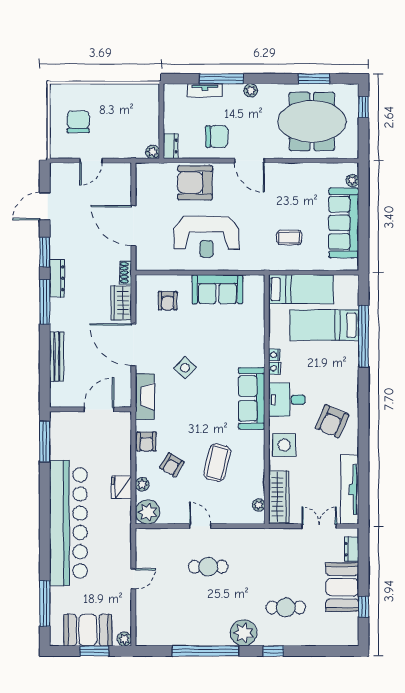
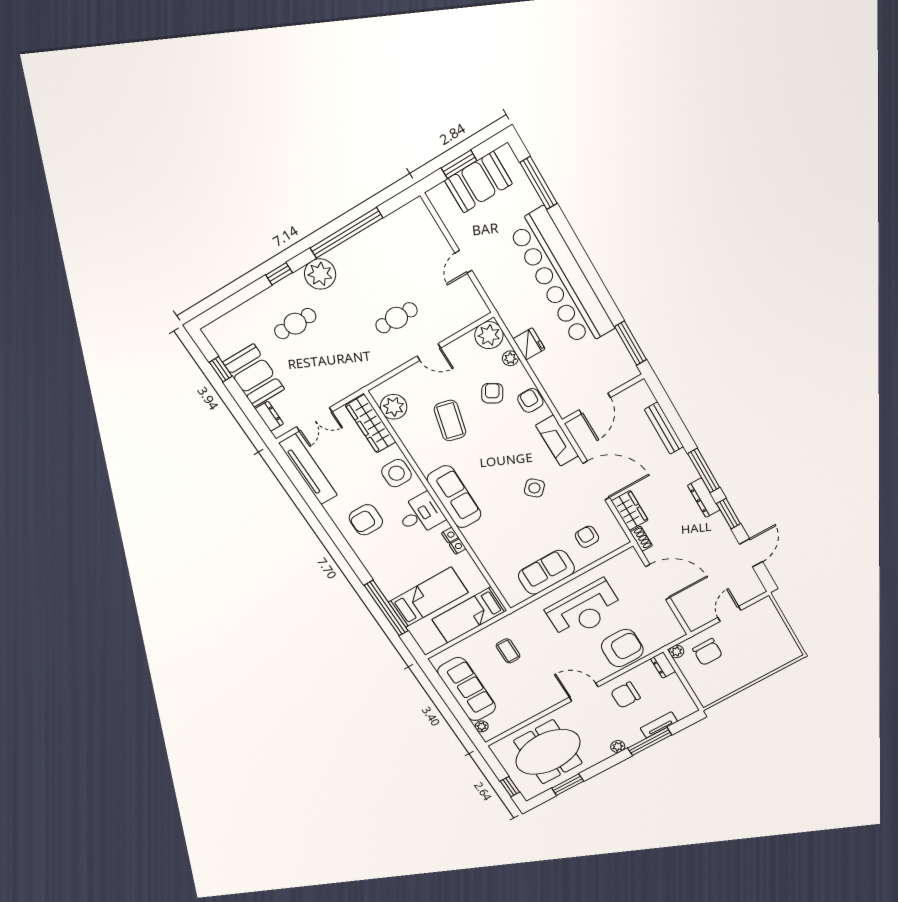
chair: (78, 122) -> (708, 652), moved
reception desk: (206, 237) -> (584, 610), turned 180
coffee table: (289, 238) -> (508, 651), turned 90
armchair: (332, 421) -> (366, 520), turned -114
plant: (259, 505) -> (394, 407), width x1.88, depth x1.88
plant: (124, 639) -> (436, 195), removed

